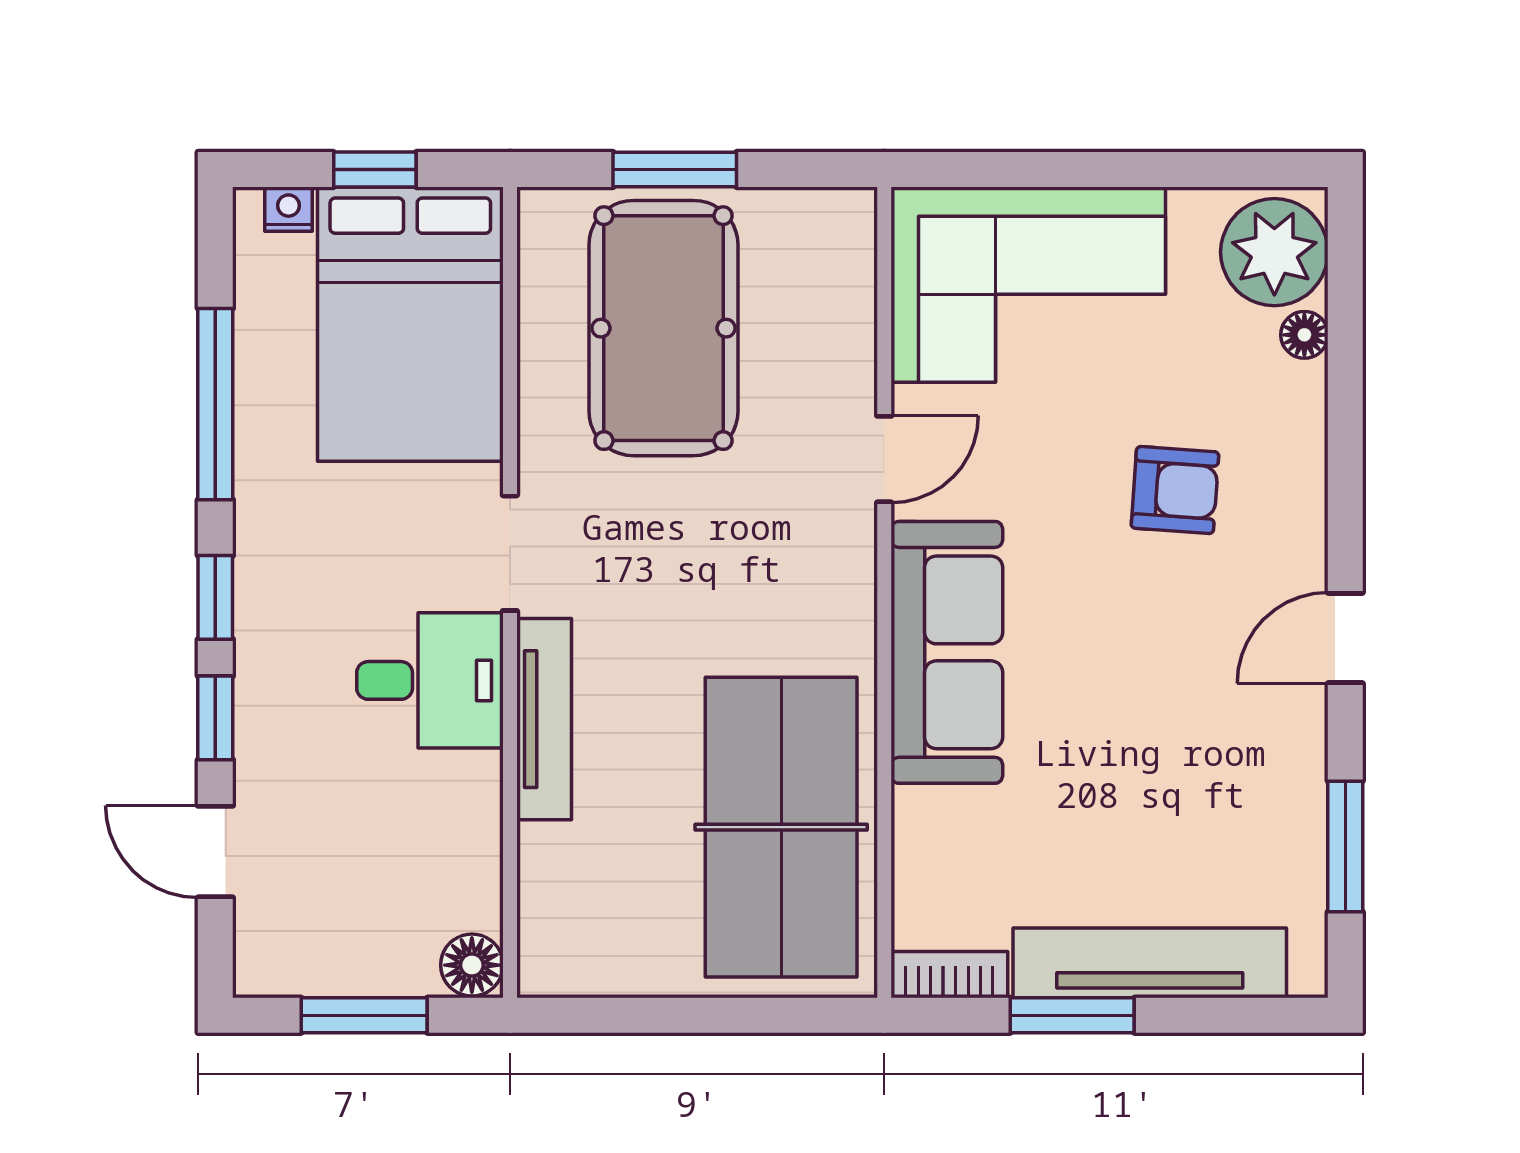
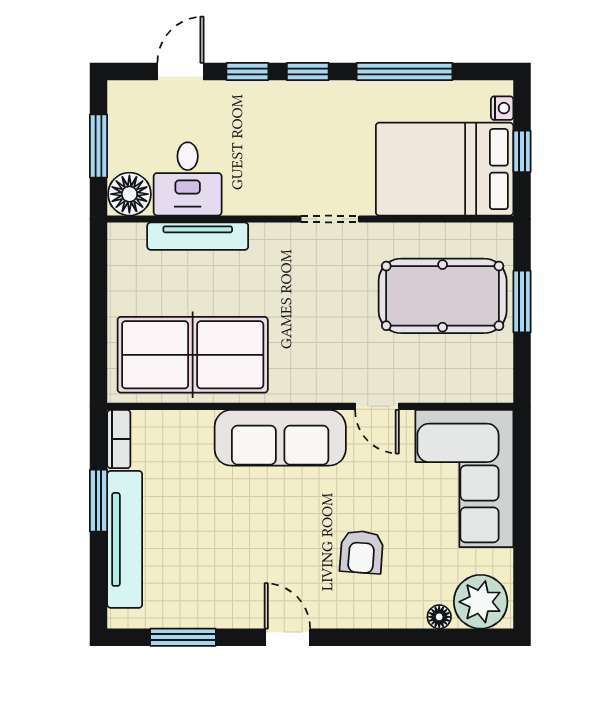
desk: (430, 680) -> (188, 179), moved
tv unit: (544, 719) -> (198, 236), moved
floor lamp: (472, 965) -> (129, 194), width x1.38, depth x1.38

